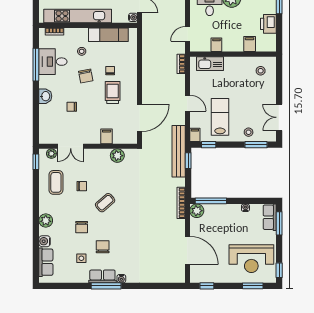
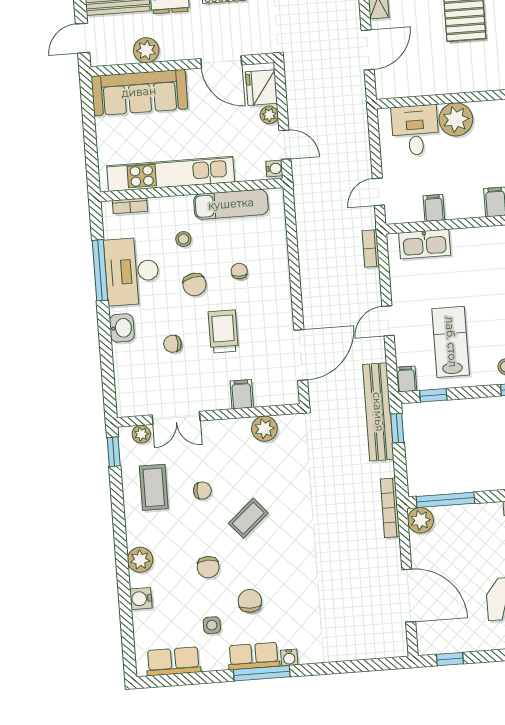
desk: (53, 62) -> (132, 271), width x1.37
trolley: (113, 93) -> (223, 331), moved
door: (187, 103) -> (388, 321), swing flipped
row of seats: (46, 262) -> (173, 661), moved, turned -90

